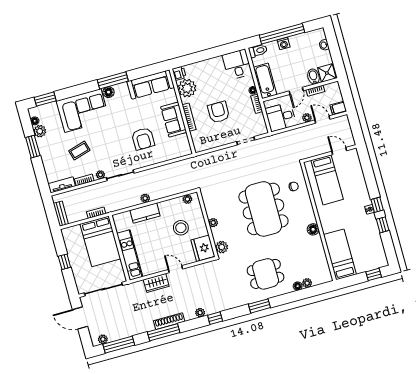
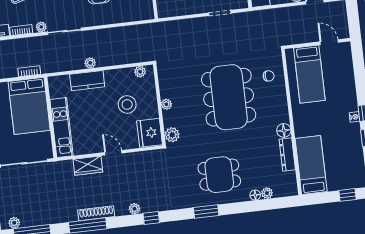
dresser: (319, 249) -> (287, 154), added

